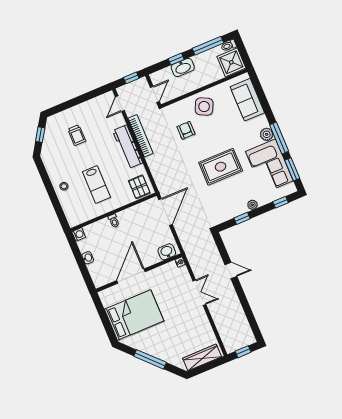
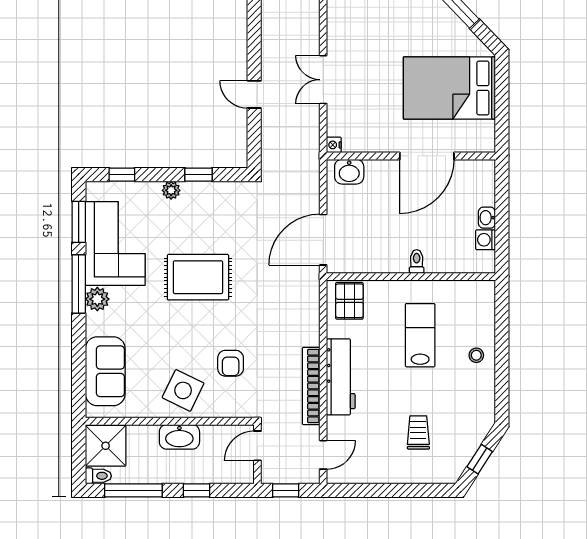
washbasin: (183, 67) -> (179, 437), moved, turned 180
washing machine: (79, 234) -> (485, 240), moved

